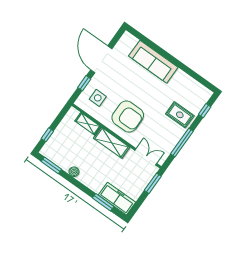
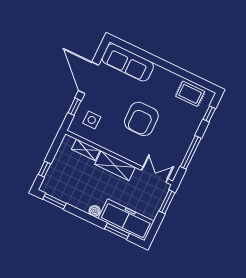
sofa: (153, 62) -> (128, 62), moved
rug: (180, 115) -> (190, 94), moved
armchair: (128, 117) -> (141, 119), moved, turned 90
boiler: (74, 172) -> (95, 211), moved
freezer: (117, 199) -> (126, 220), width x1.36, depth x1.26

